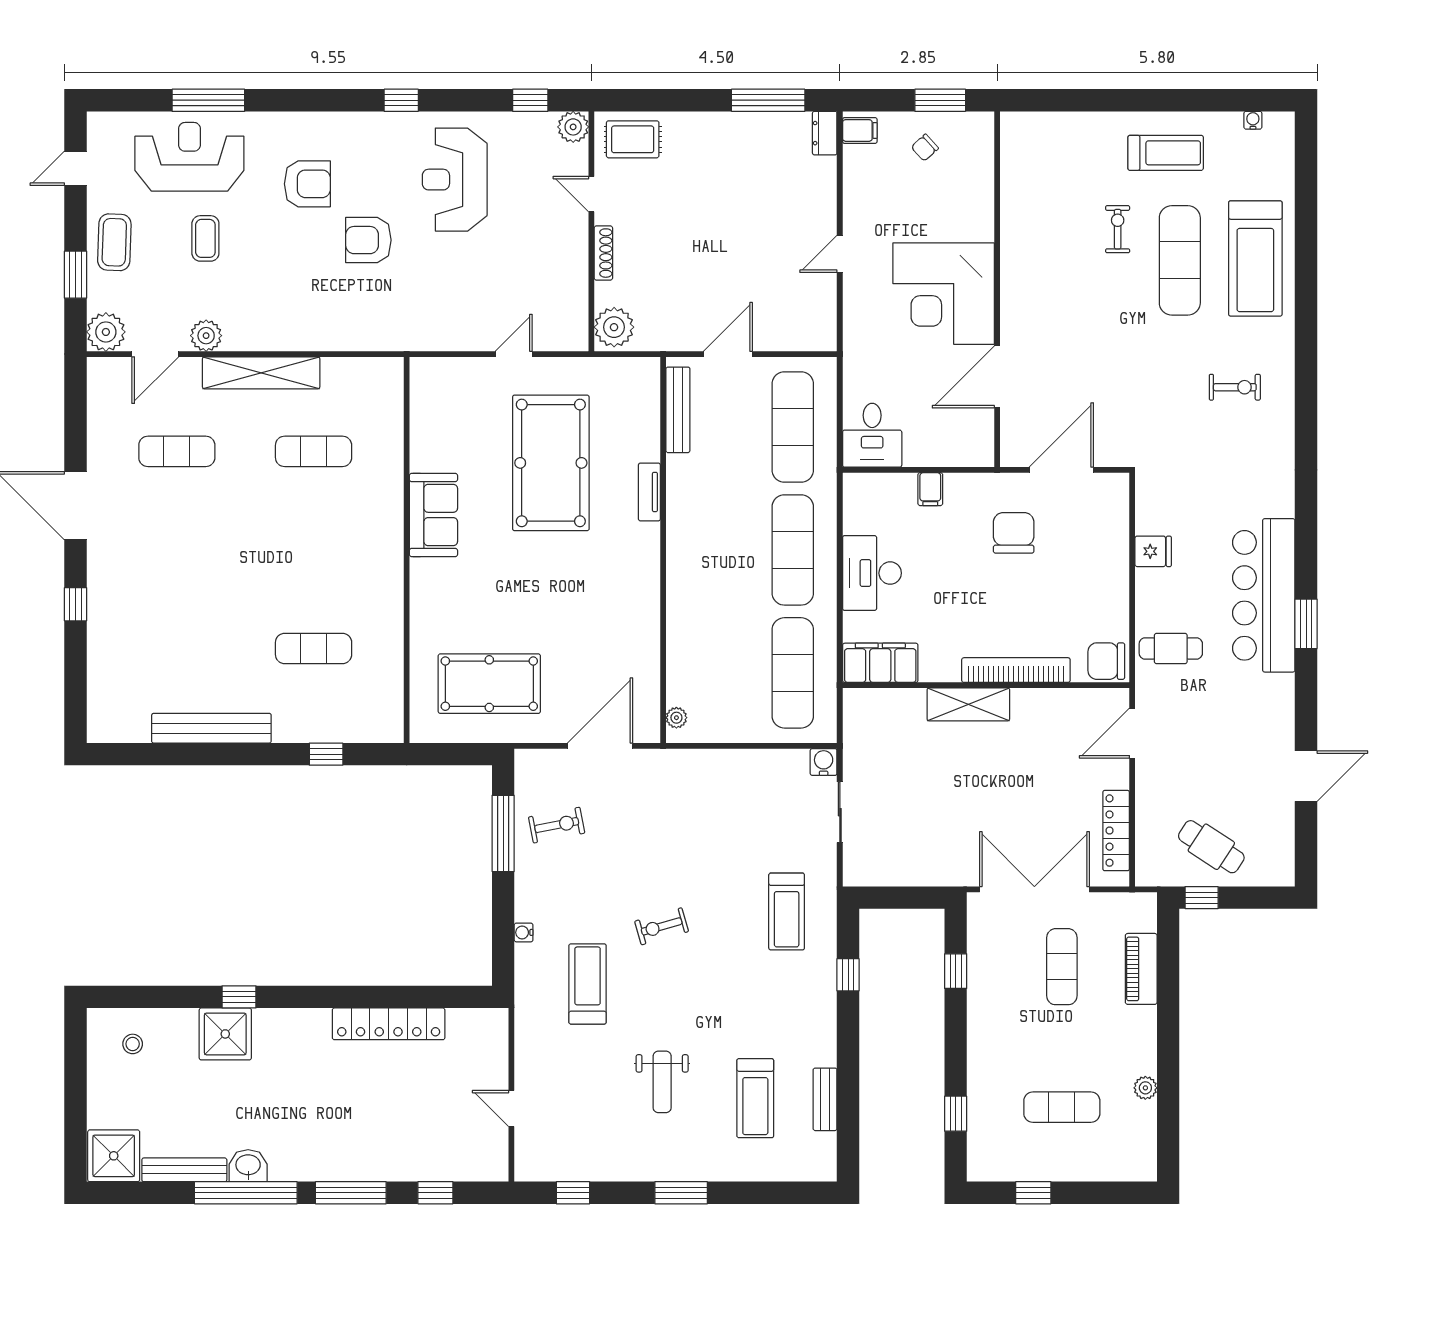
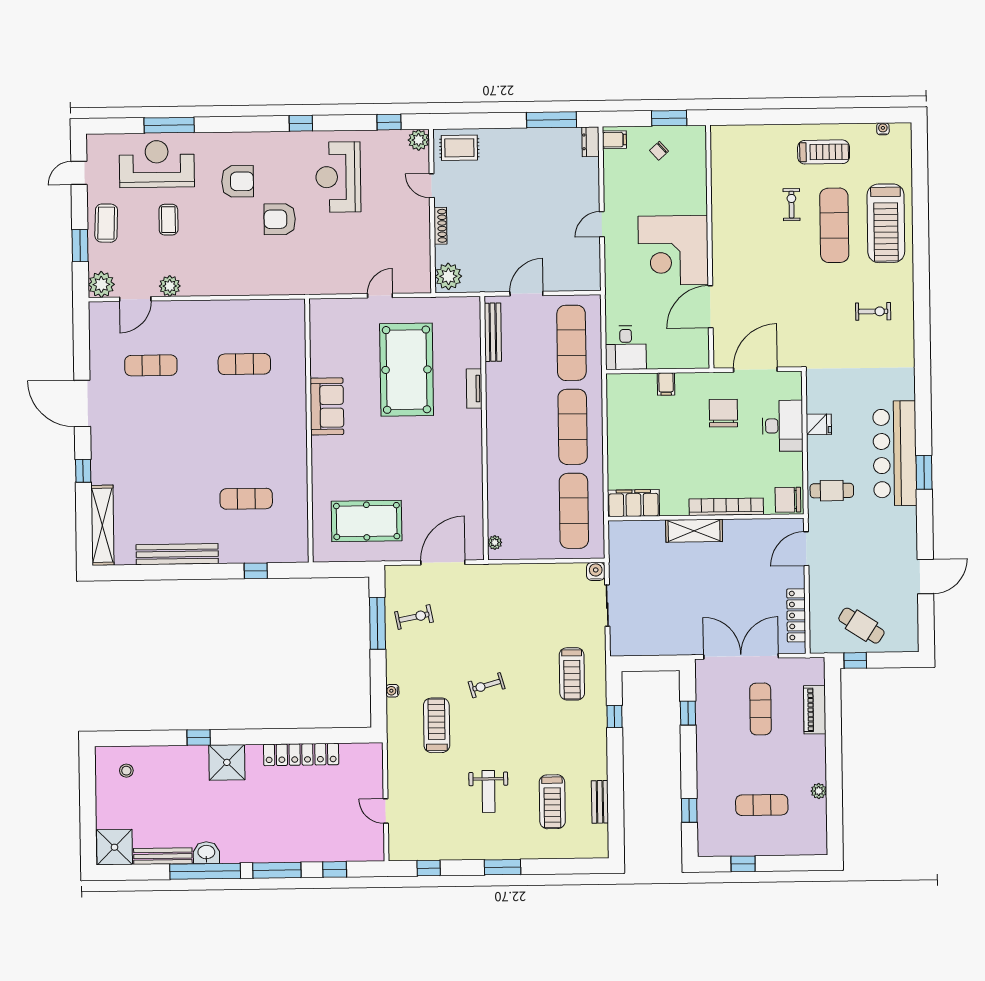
shelving: (261, 373) -> (102, 525), moved, turned 90
desk: (872, 573) -> (783, 426), moved, turned 180
shower: (225, 1034) -> (227, 762), moved

